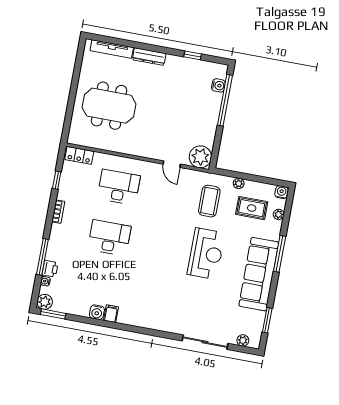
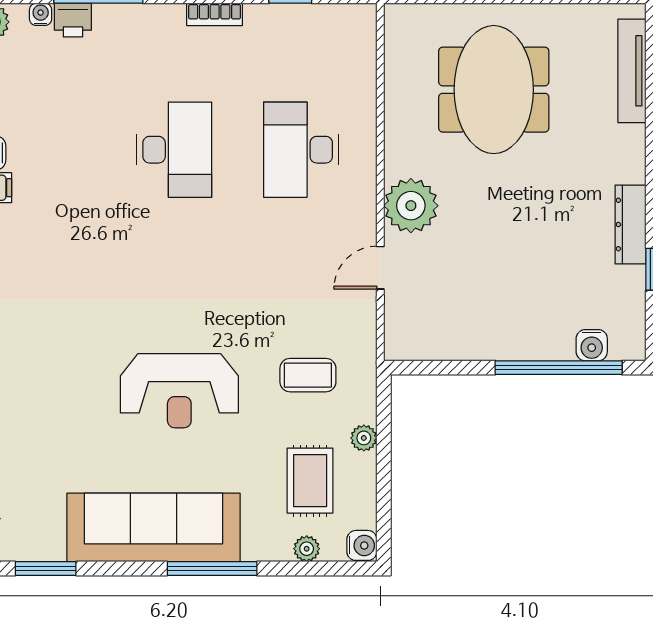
dresser: (149, 57) -> (630, 224), moved
locker: (79, 155) -> (360, 40), removed
plant: (200, 157) -> (411, 206), moved
desk: (119, 187) -> (301, 150), turned 180
coffee table: (209, 201) -> (308, 375), width x0.73, depth x0.77

